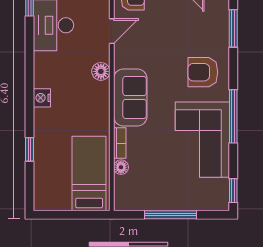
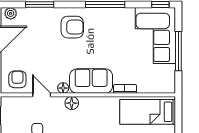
armchair: (203, 72) -> (72, 27), turned -90
corner sofa: (202, 140) -> (155, 35), moved, turned 90
floor lamp: (121, 167) -> (63, 88), moved

